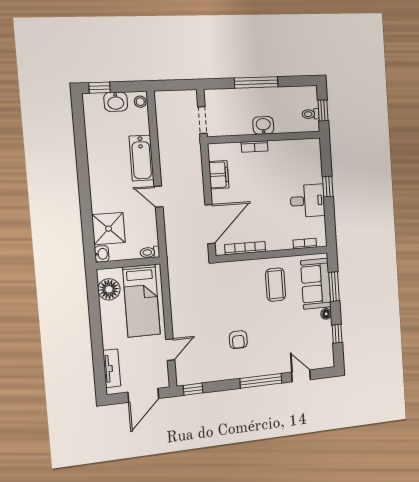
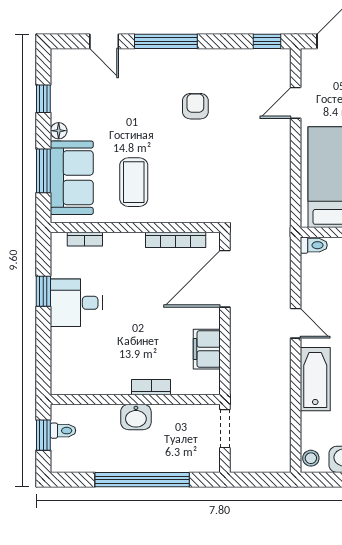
window: (256, 82) -> (142, 480), width x1.46
window: (328, 187) -> (43, 291), moved

